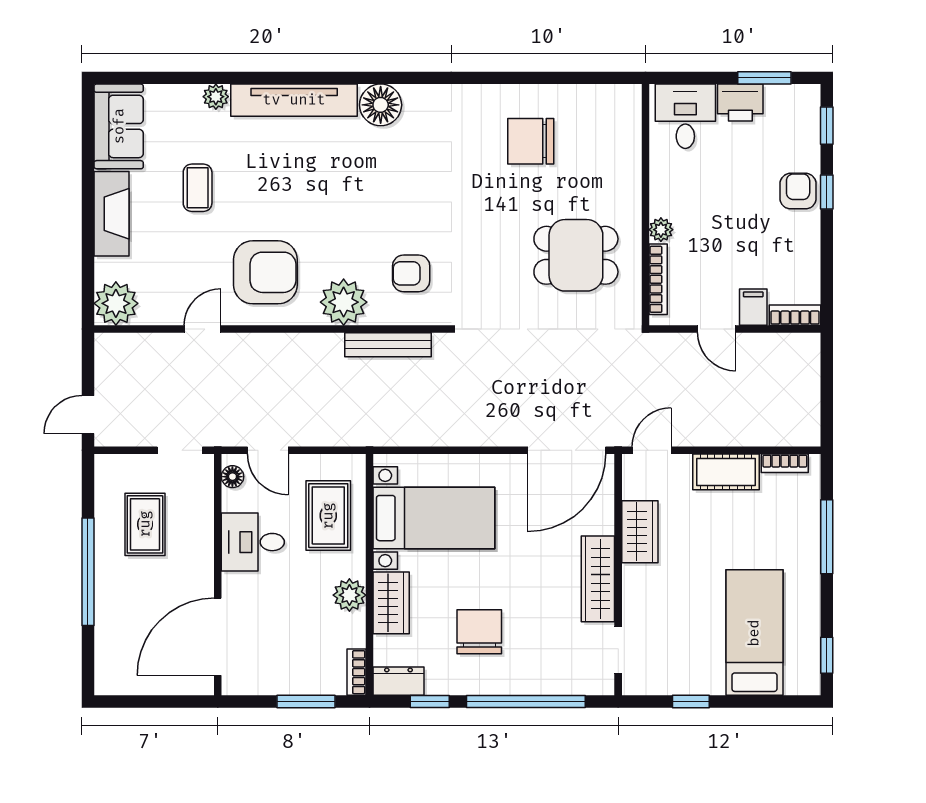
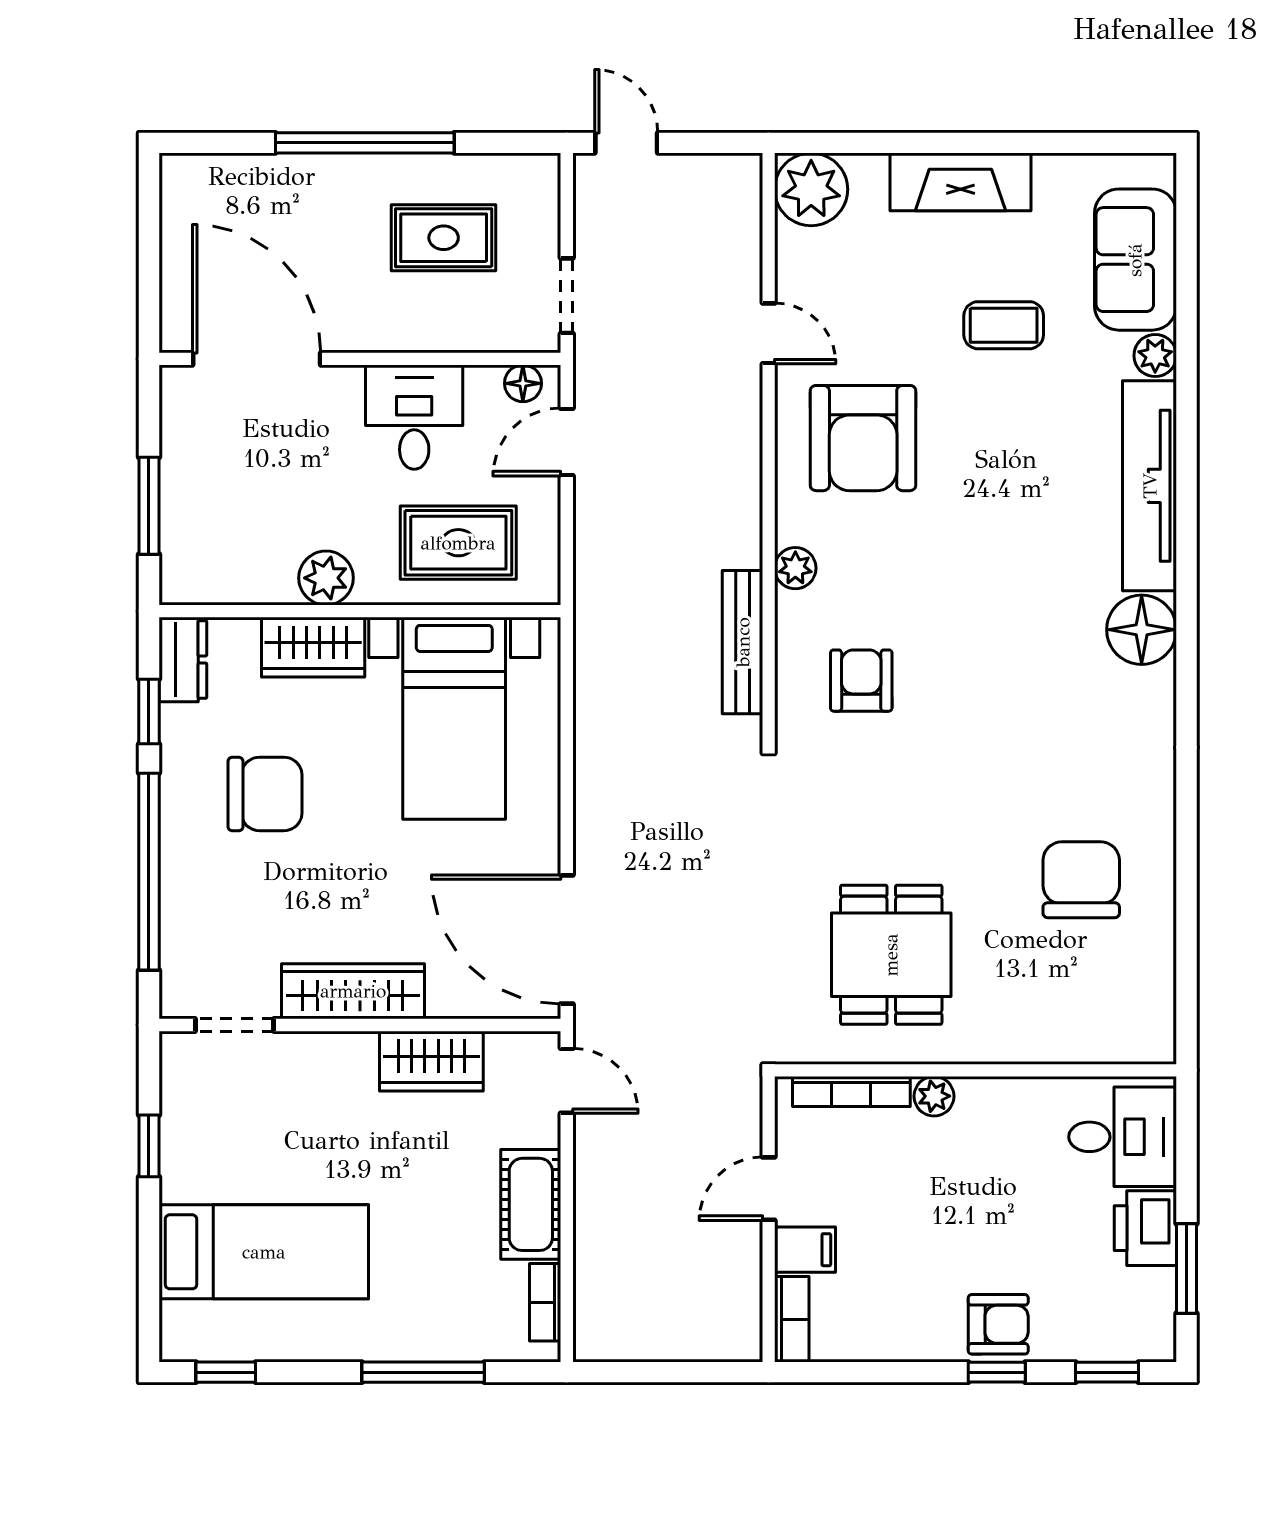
sofa: (119, 126) -> (1135, 260), moved, turned 90
plant: (344, 302) -> (795, 568), width x0.53, depth x0.53
bookcase: (356, 672) -> (198, 590), removed

